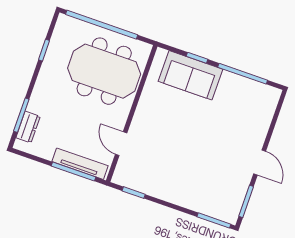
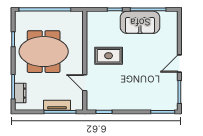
meeting table: (104, 71) -> (44, 52), moved
sofa: (191, 75) -> (140, 22), moved
rug: (167, 118) -> (109, 56), added
door: (260, 162) -> (179, 63), swing flipped
tv unit: (80, 164) -> (57, 105), width x0.71

